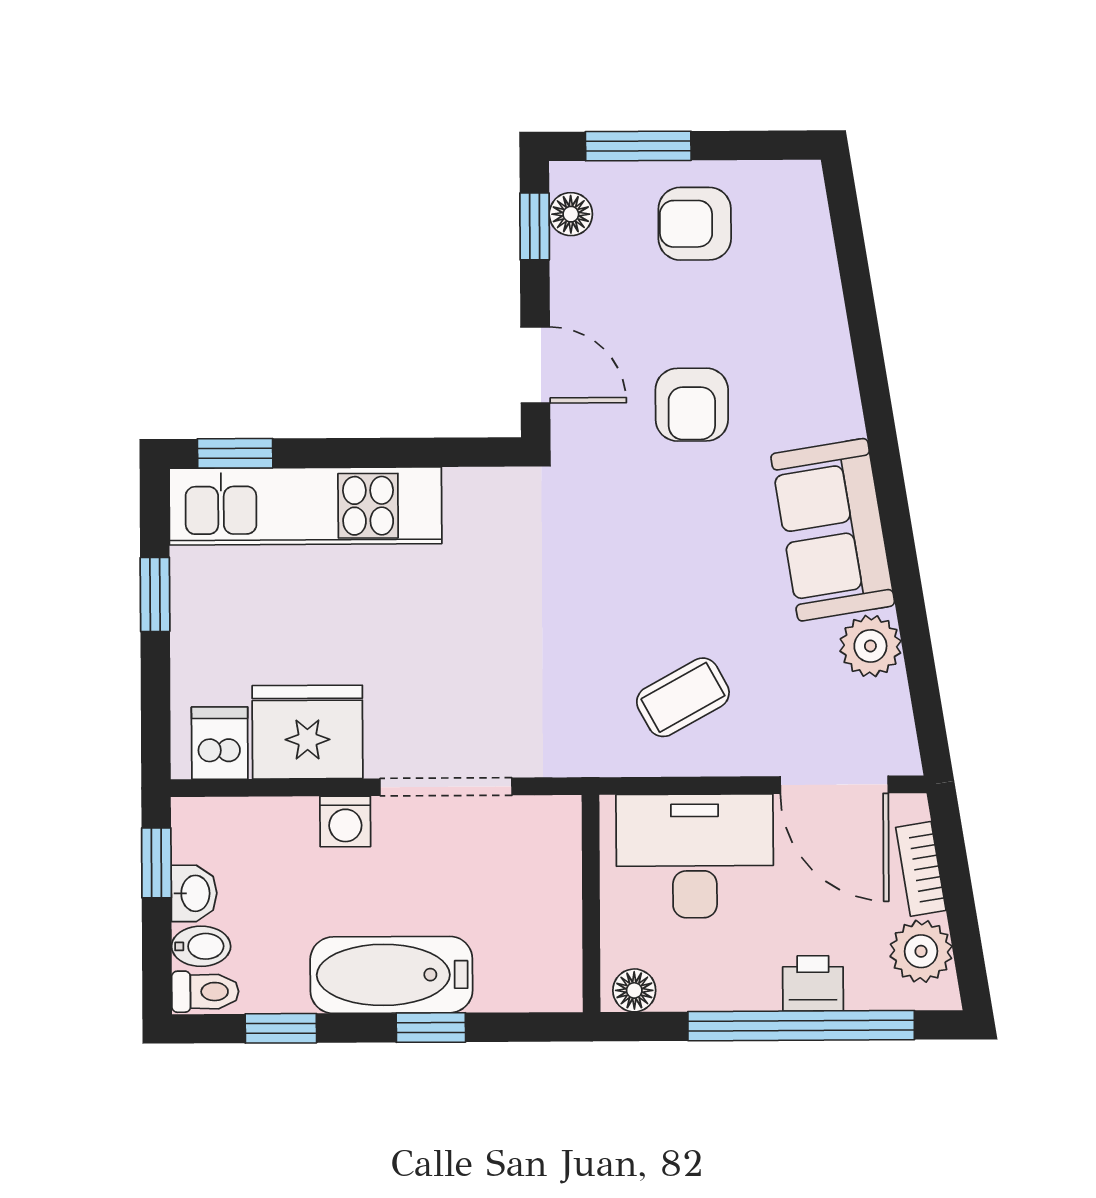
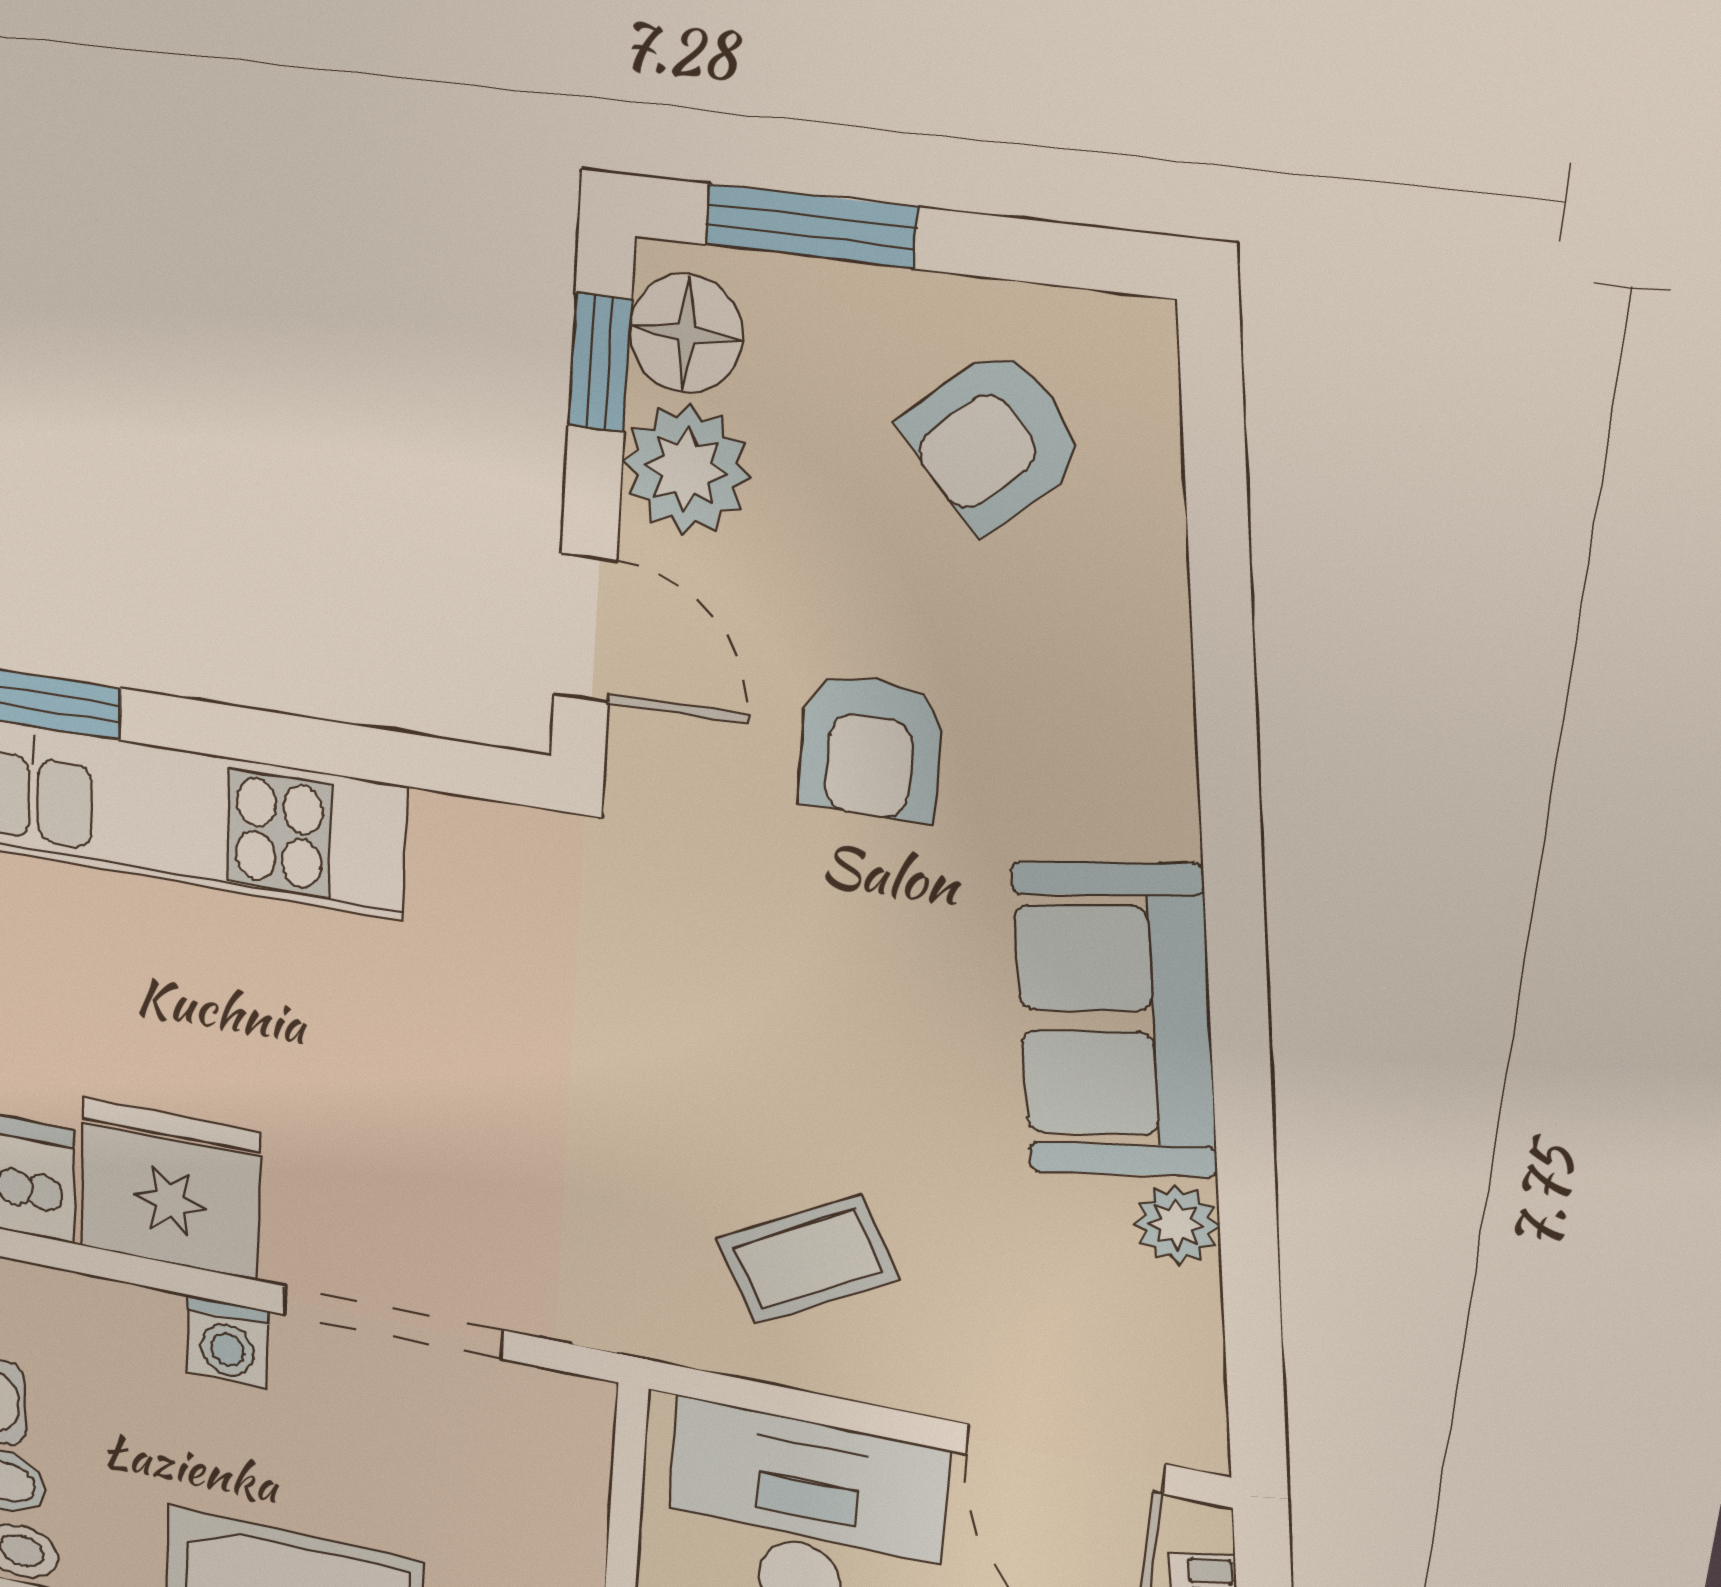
floor lamp: (571, 214) -> (686, 333), width x1.37, depth x1.37
armchair: (695, 224) -> (993, 440), moved, turned -42
plant: (584, 275) -> (686, 469), added
plant: (870, 646) -> (1177, 1225), width x0.73, depth x0.73

